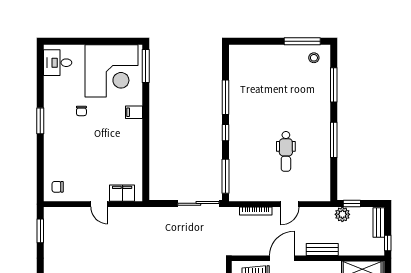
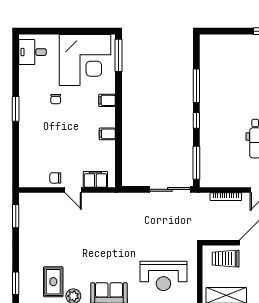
filing cabinet: (134, 147) -> (107, 134), added
chair: (58, 187) -> (55, 178), moved

